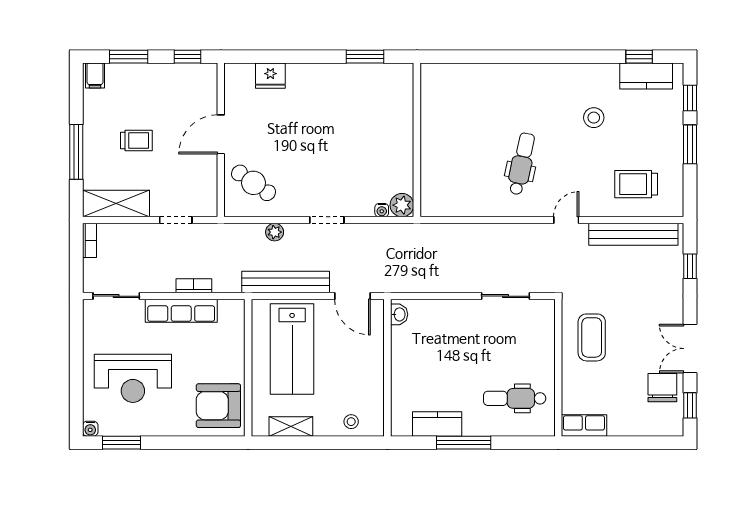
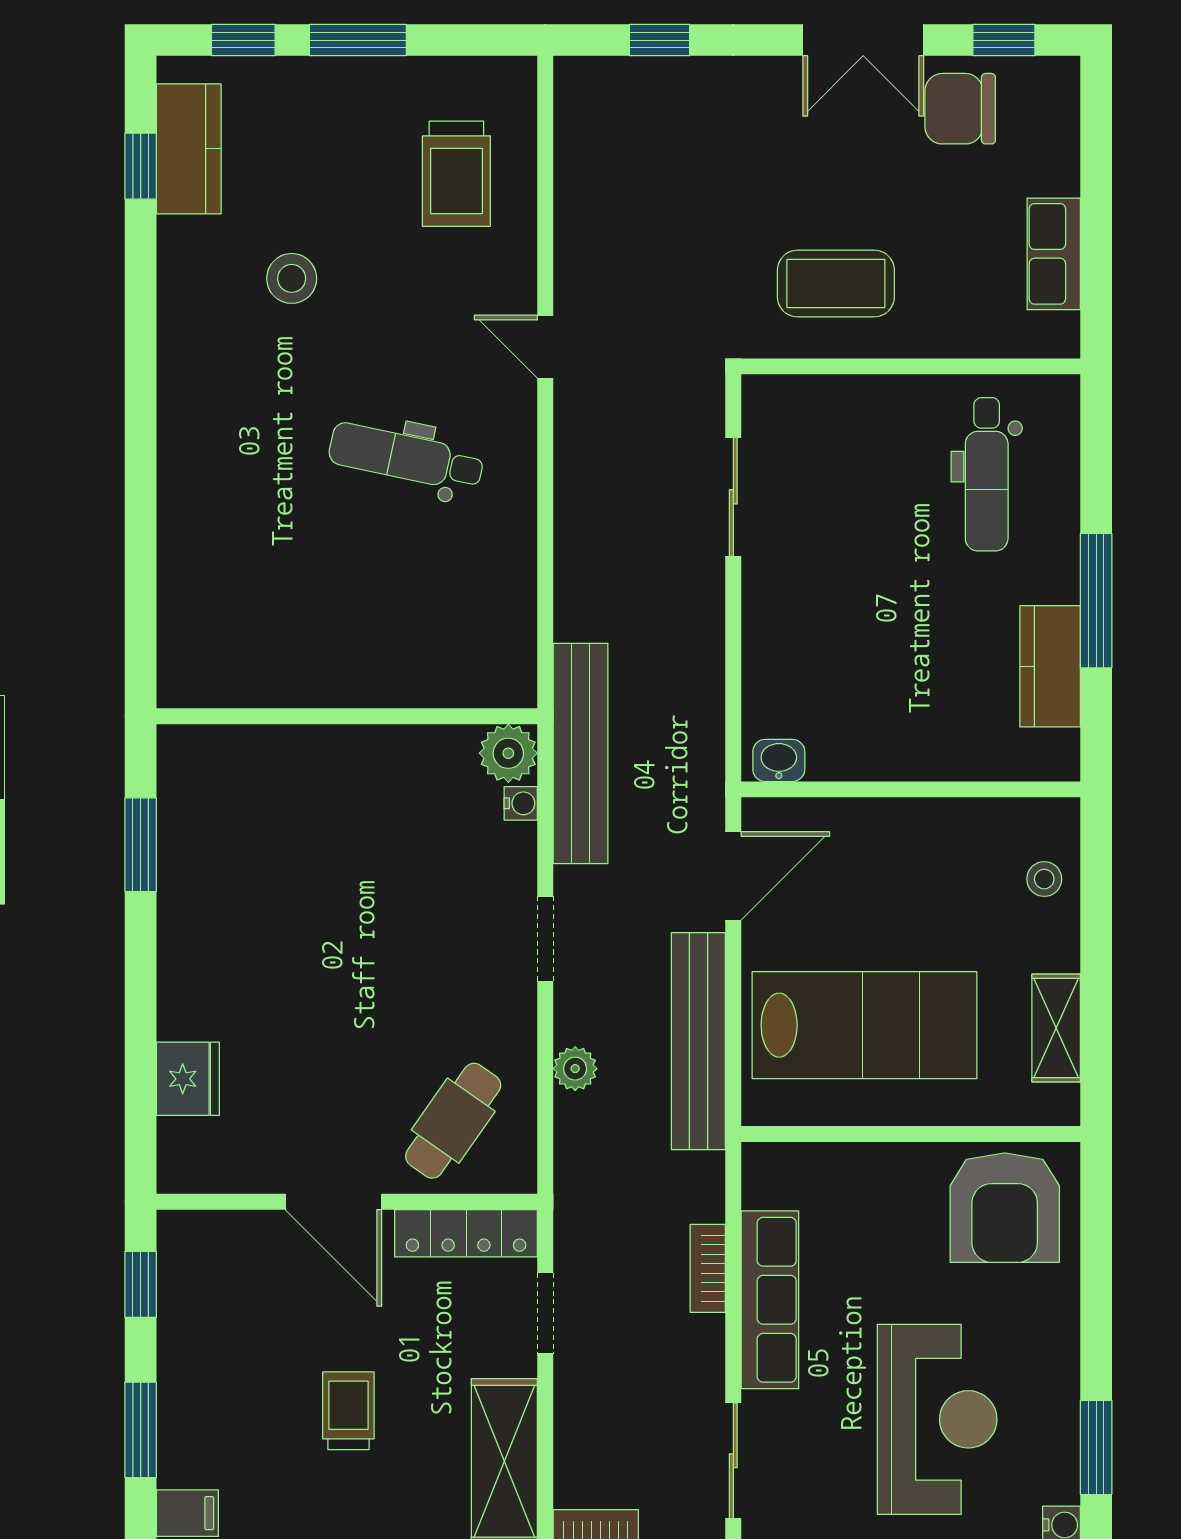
locker: (208, 188) -> (466, 1233), added
bench: (633, 234) -> (581, 753), moved
row of seats: (584, 425) -> (1054, 254), moved

